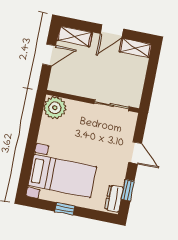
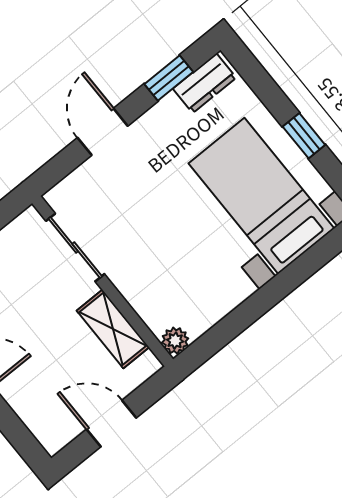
shelving: (75, 36) -> (113, 329), moved
plant: (55, 108) -> (175, 341), width x0.53, depth x0.53

